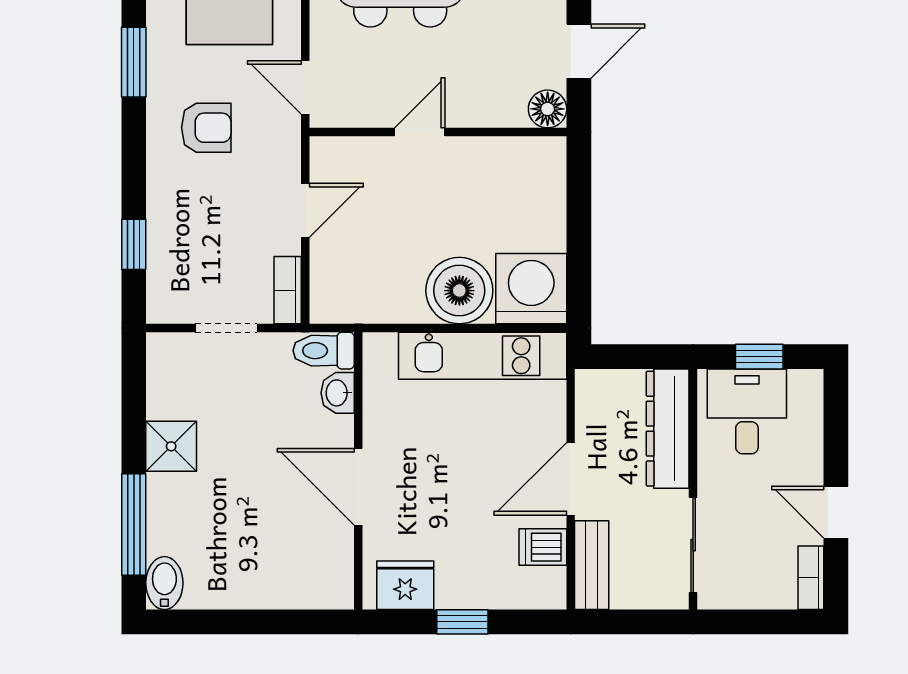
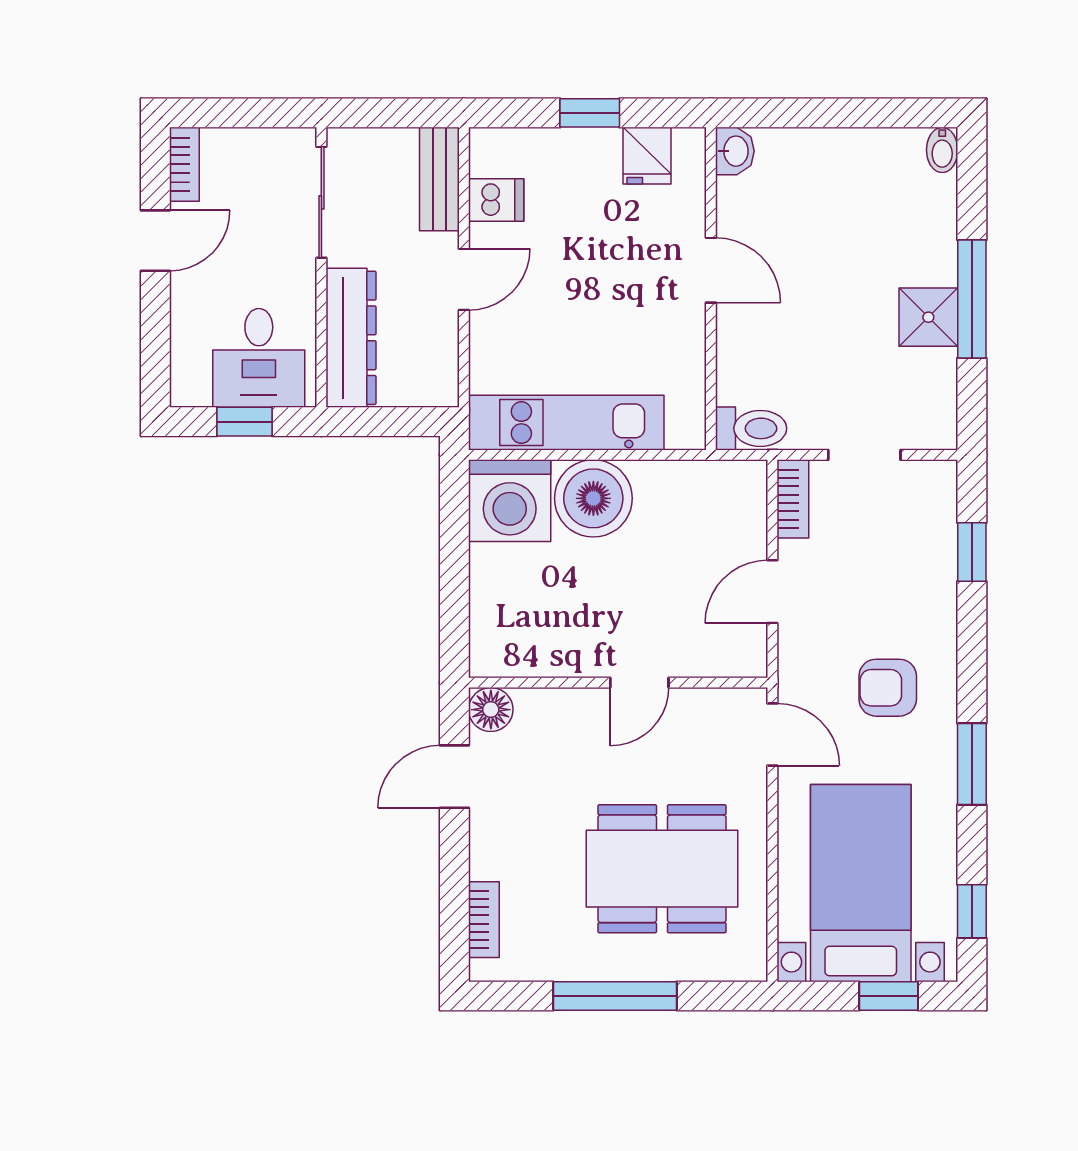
washbasin: (338, 393) -> (735, 151), moved
door: (571, 479) -> (464, 279), width x0.73
door: (358, 487) -> (711, 270), width x0.73
door: (836, 512) -> (155, 241), hinge flipped
window: (134, 524) -> (972, 299), moved
bidet: (164, 583) -> (942, 150), width x0.72, depth x0.74
fridge: (405, 585) -> (647, 156), width x0.72

